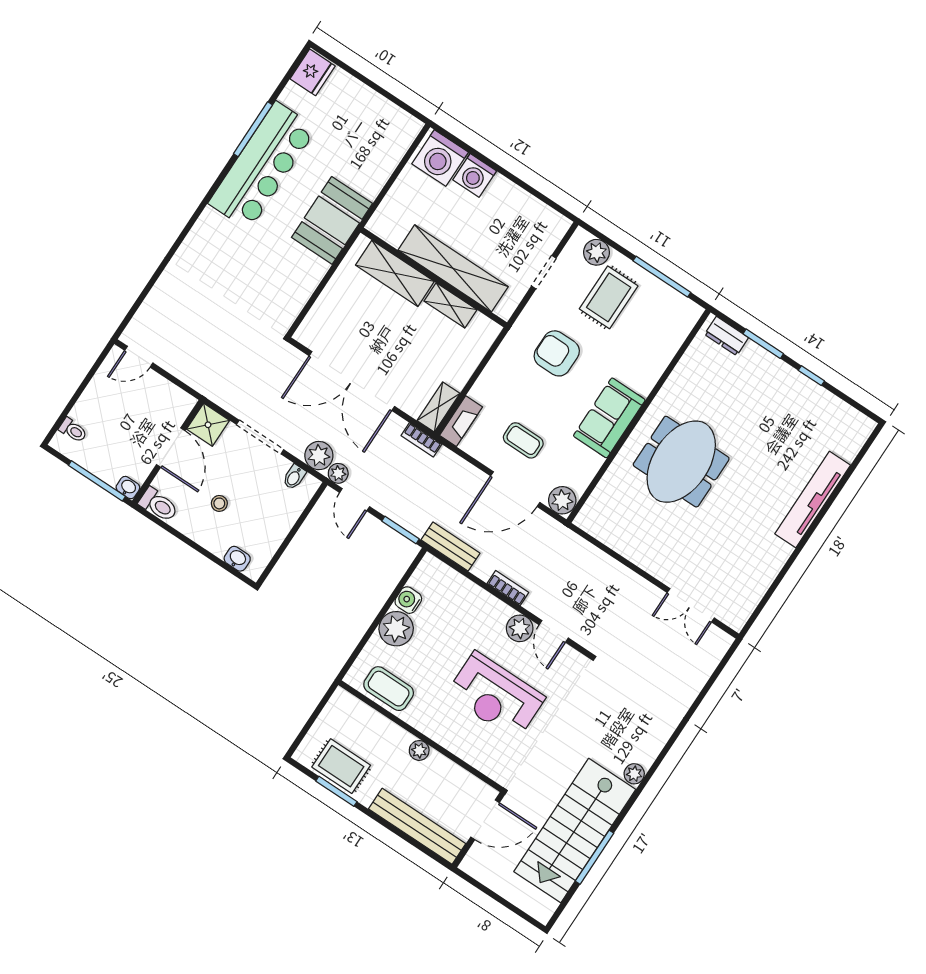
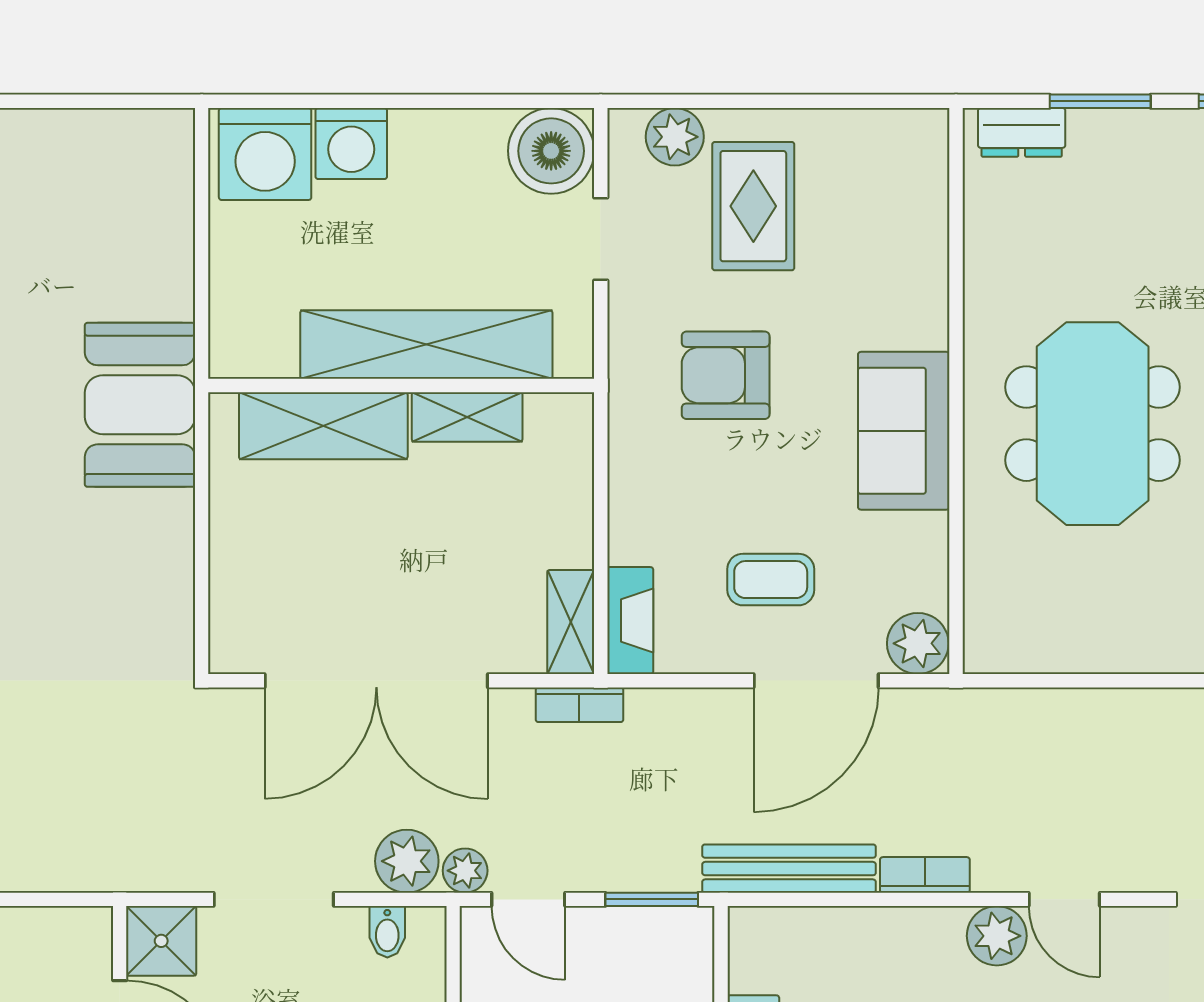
boiler: (547, 227) -> (551, 151), added
window: (662, 277) -> (827, 101), removed
bench: (450, 547) -> (789, 869), width x1.36

